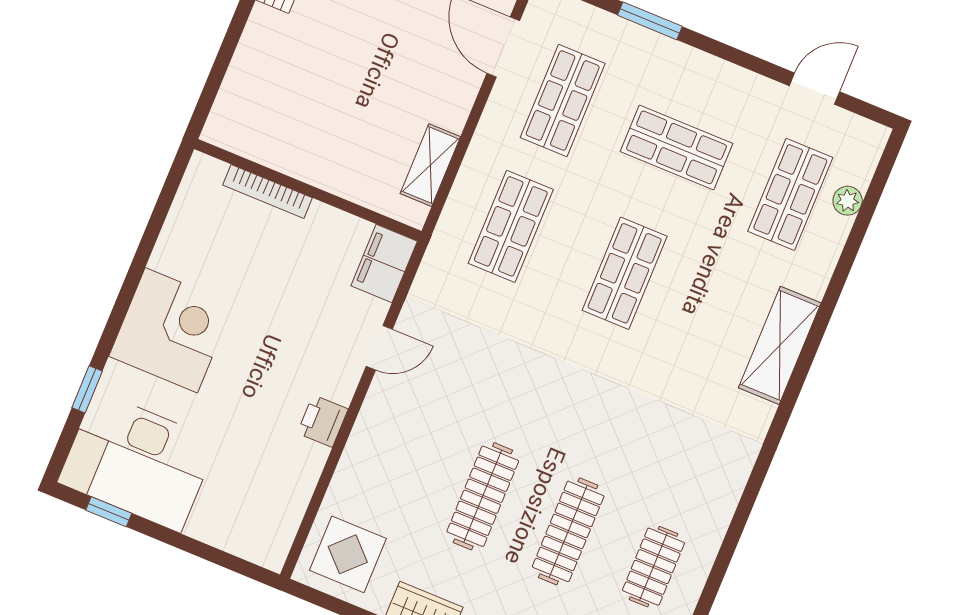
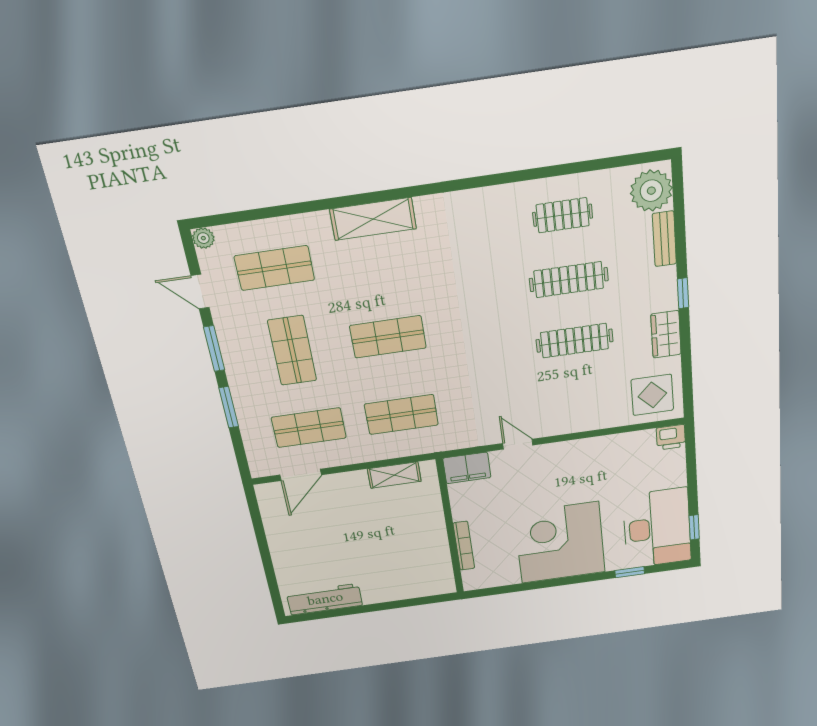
window: (735, 56) -> (214, 349), added
plant: (848, 201) -> (203, 238), moved
corner desk: (171, 330) -> (560, 543), width x1.36, depth x1.36
printer: (323, 421) -> (671, 437), moved

